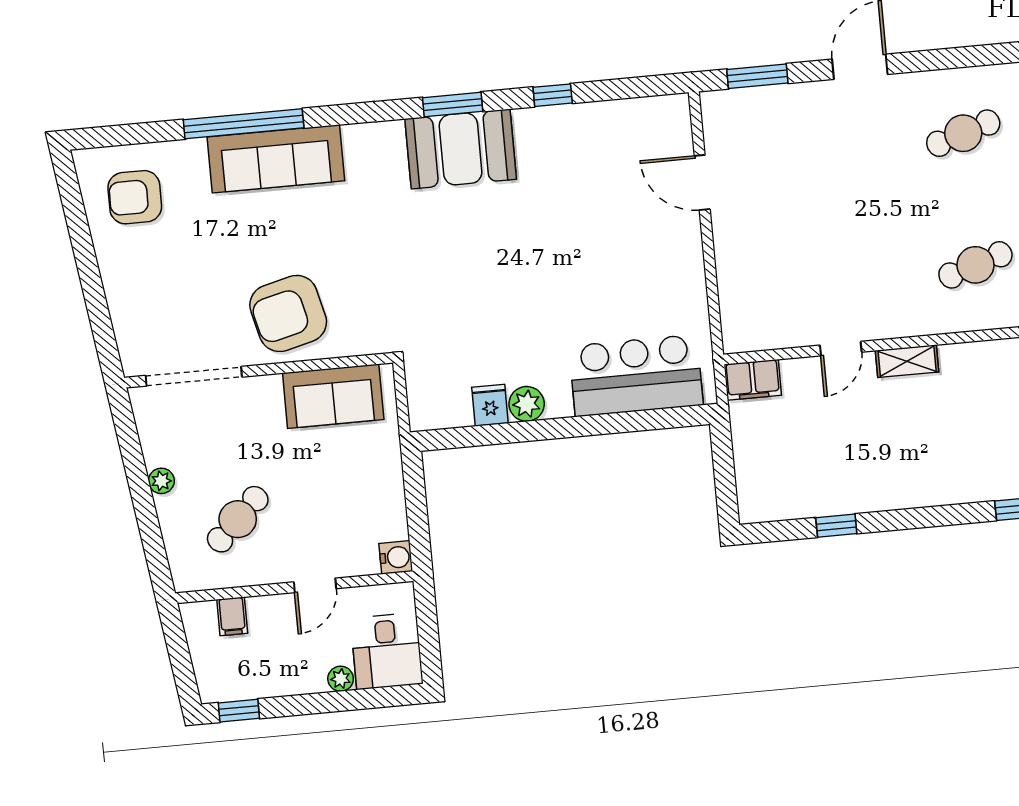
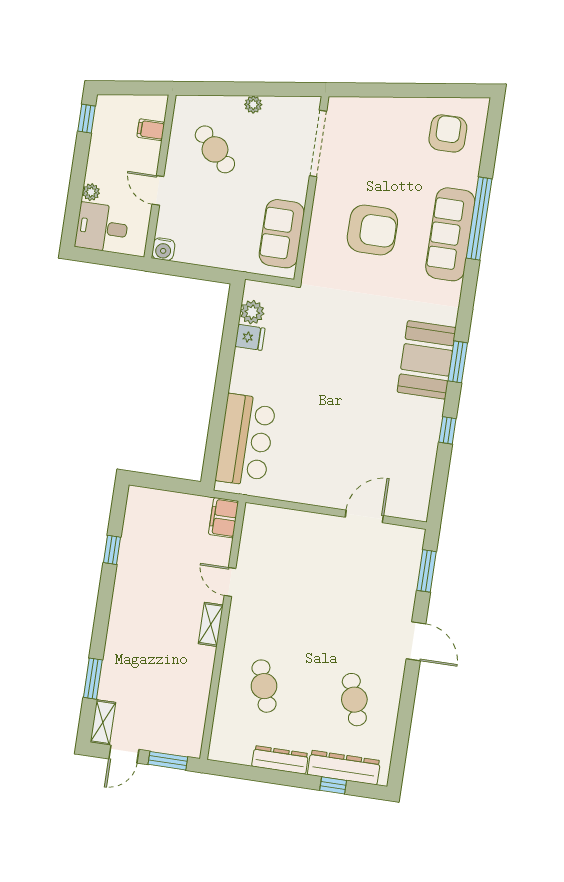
armchair: (288, 313) -> (372, 230), moved, turned 104
plant: (527, 404) -> (252, 312), moved

